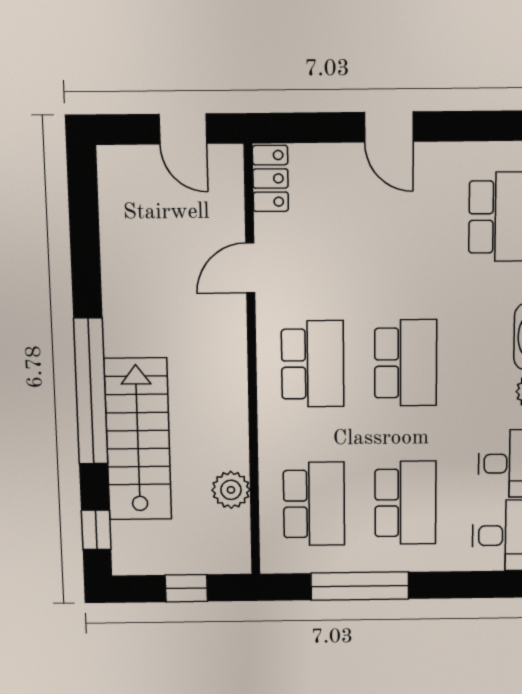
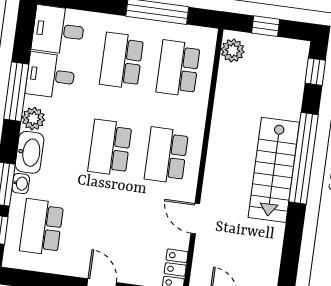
door: (250, 268) -> (195, 219), swing flipped
stairs: (138, 439) -> (274, 170), moved
plant: (231, 490) -> (233, 50), moved

